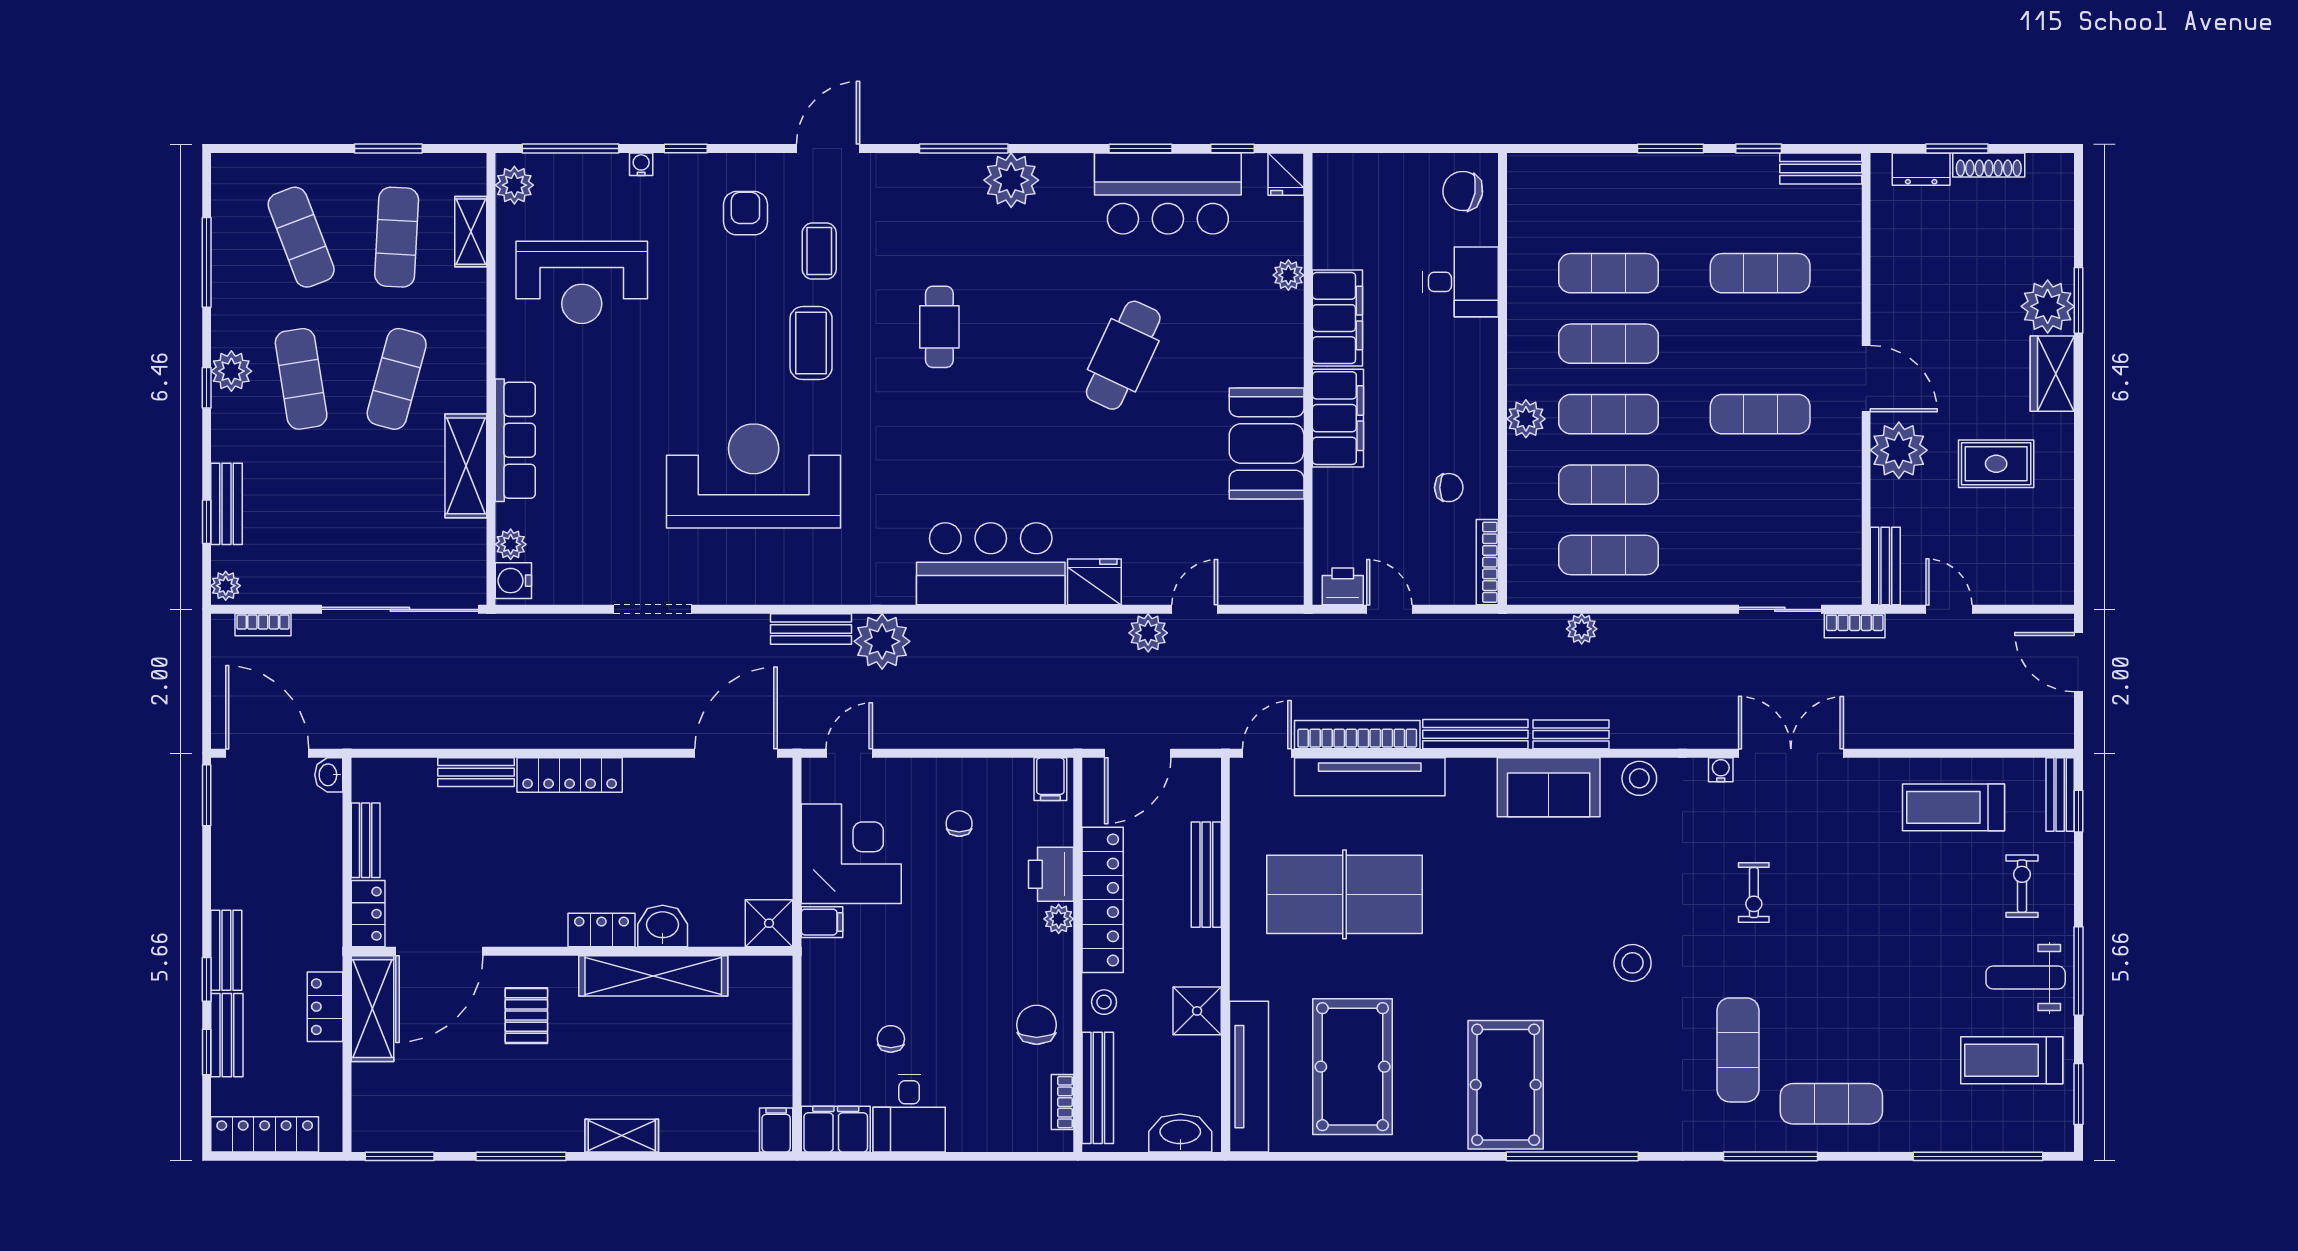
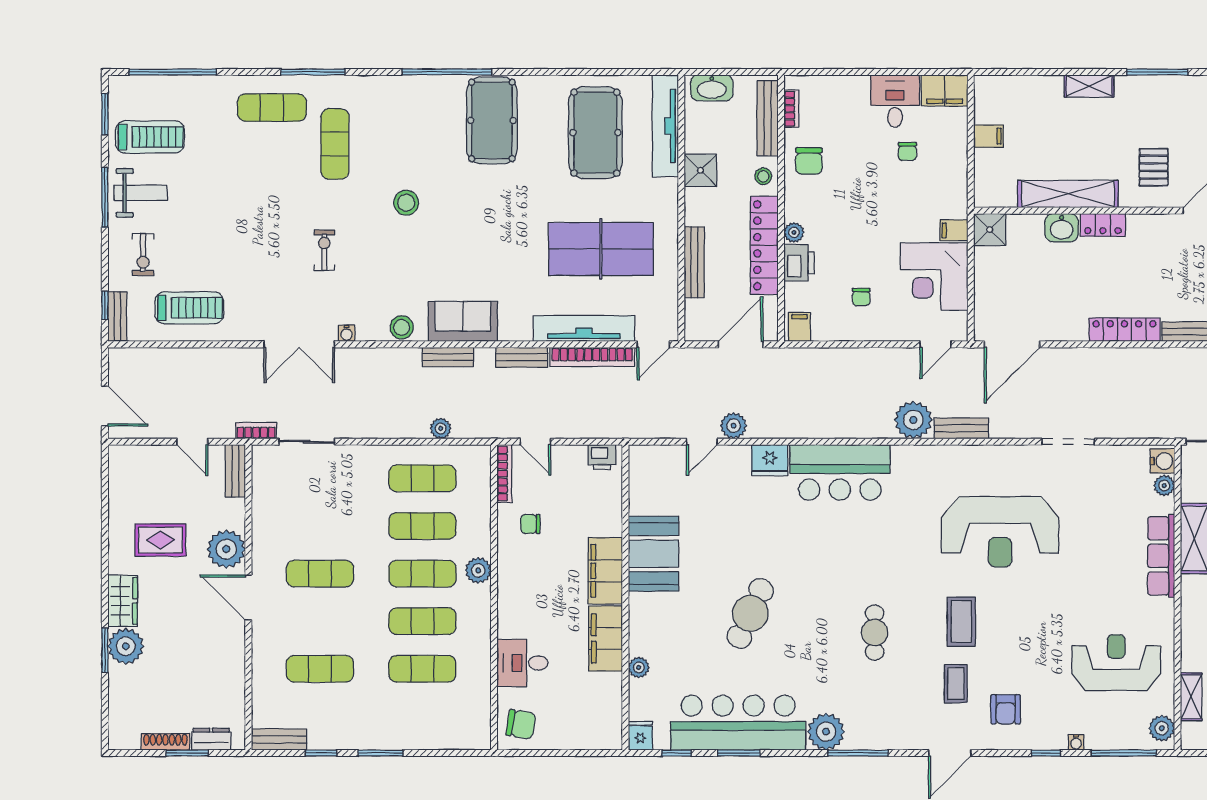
bar counter: (1168, 194) -> (738, 723), width x1.36
door: (1389, 609) -> (535, 442), moved
bench: (1475, 734) -> (522, 357), width x0.73
filing cabinet: (776, 1130) -> (989, 136), moved, turned -90

